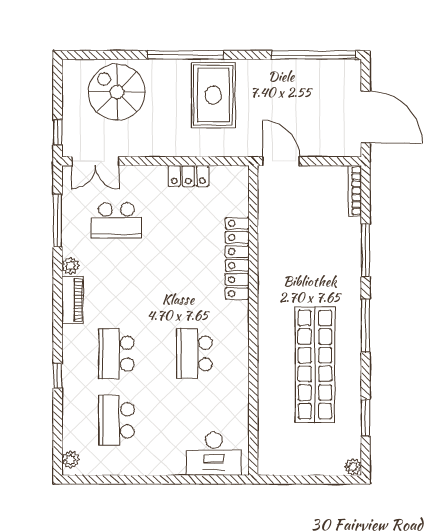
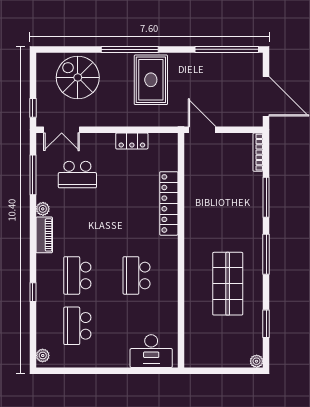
shop shelf: (315, 365) -> (228, 284), width x0.71

